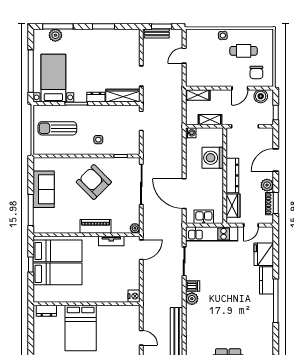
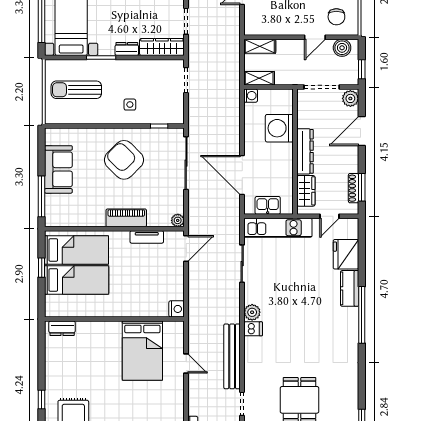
shelving: (210, 120) -> (259, 78), moved
plant: (267, 185) -> (350, 98), moved
dishwasher: (193, 286) -> (253, 329), moved
bed: (81, 328) -> (142, 351), moved

